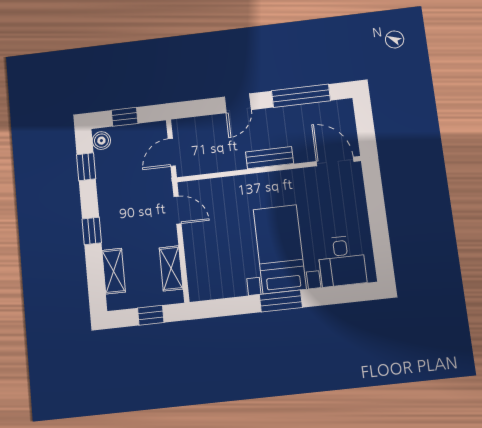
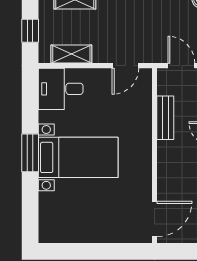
bench: (270, 158) -> (165, 118), moved
desk: (342, 261) -> (61, 89), moved

